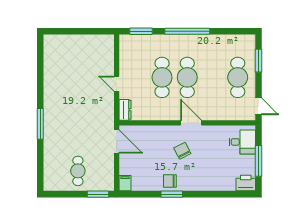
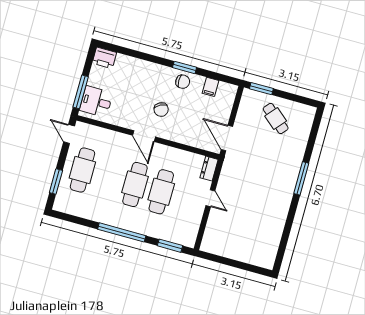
window: (259, 161) -> (81, 92), moved
cafe table: (78, 171) -> (276, 119), turned -49
filing cabinet: (125, 183) -> (210, 87), moved

